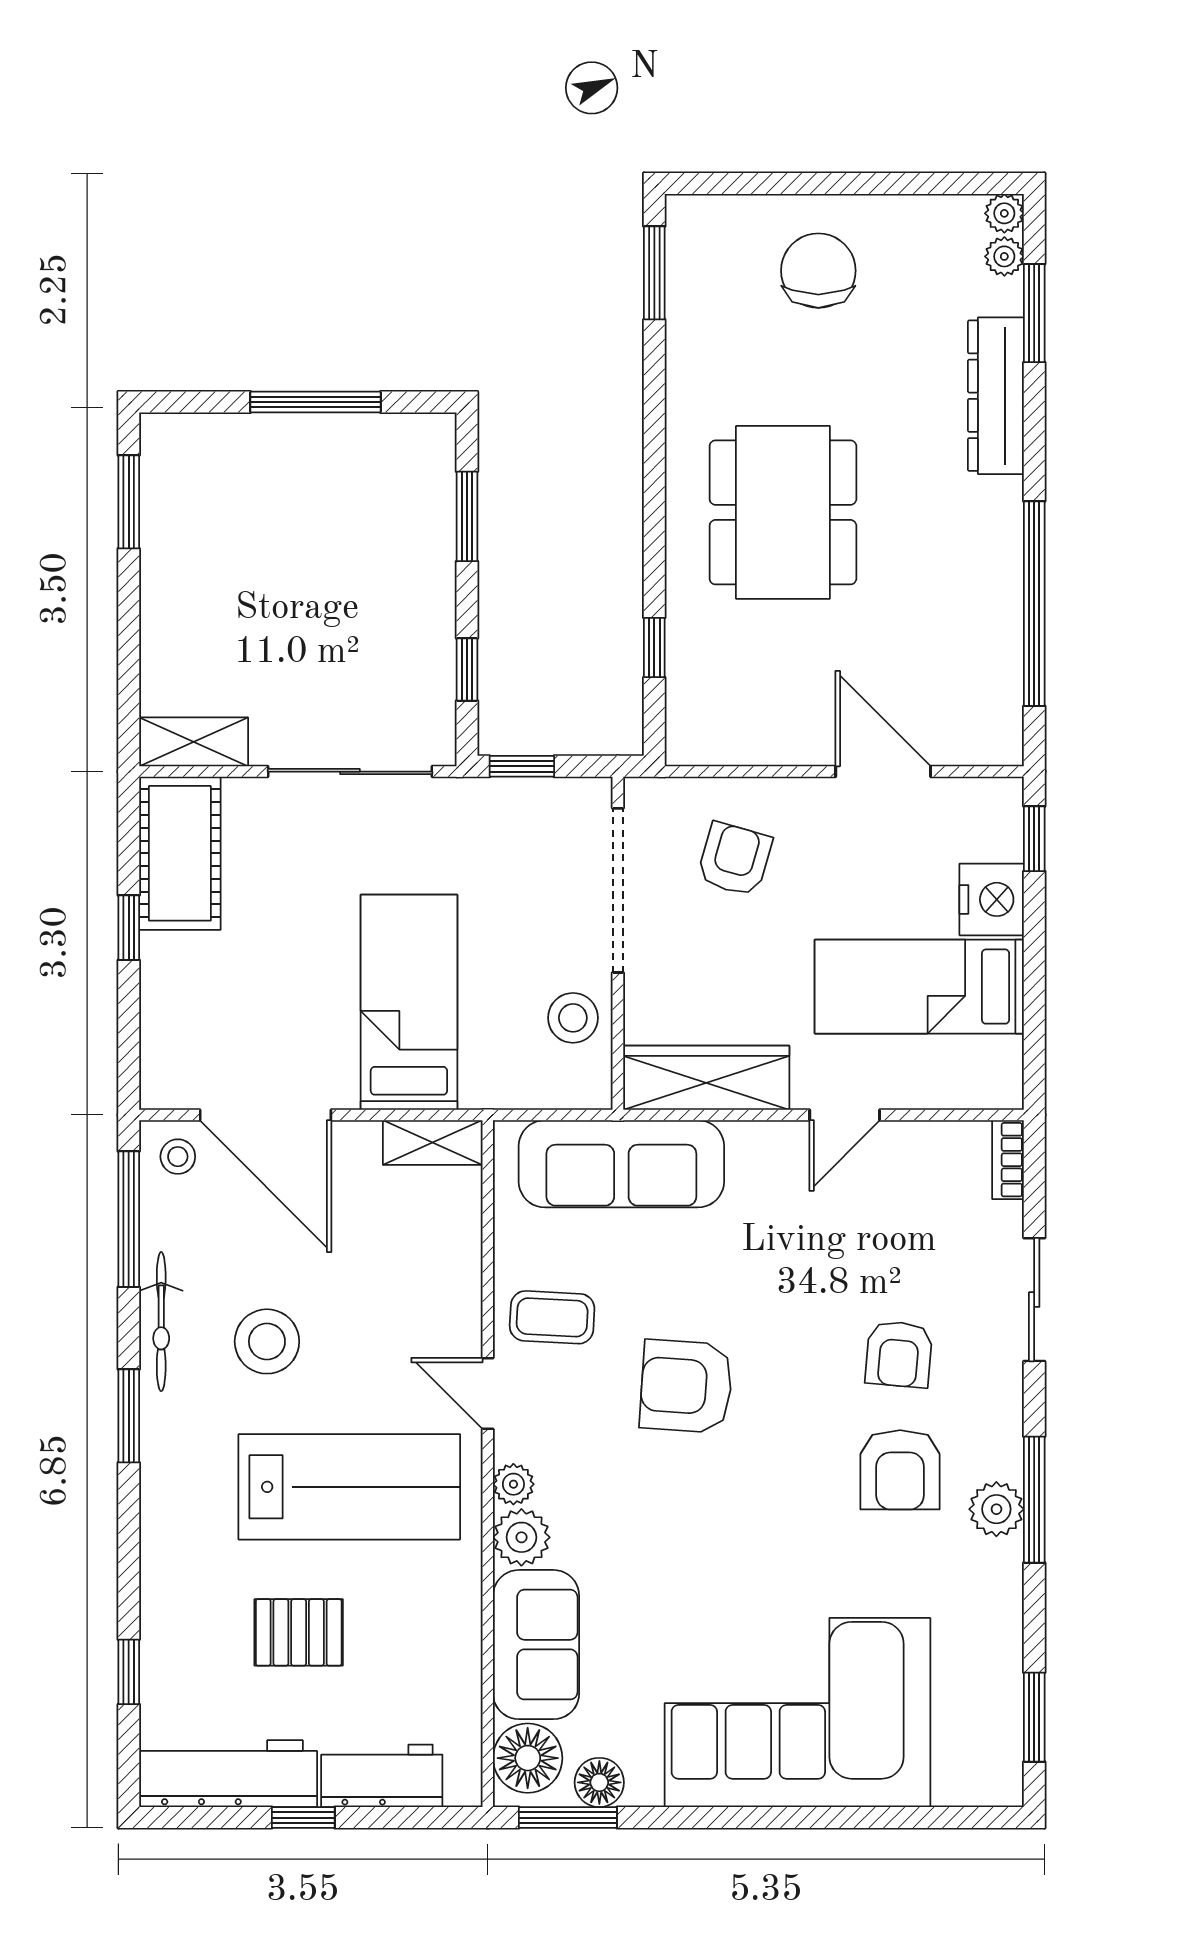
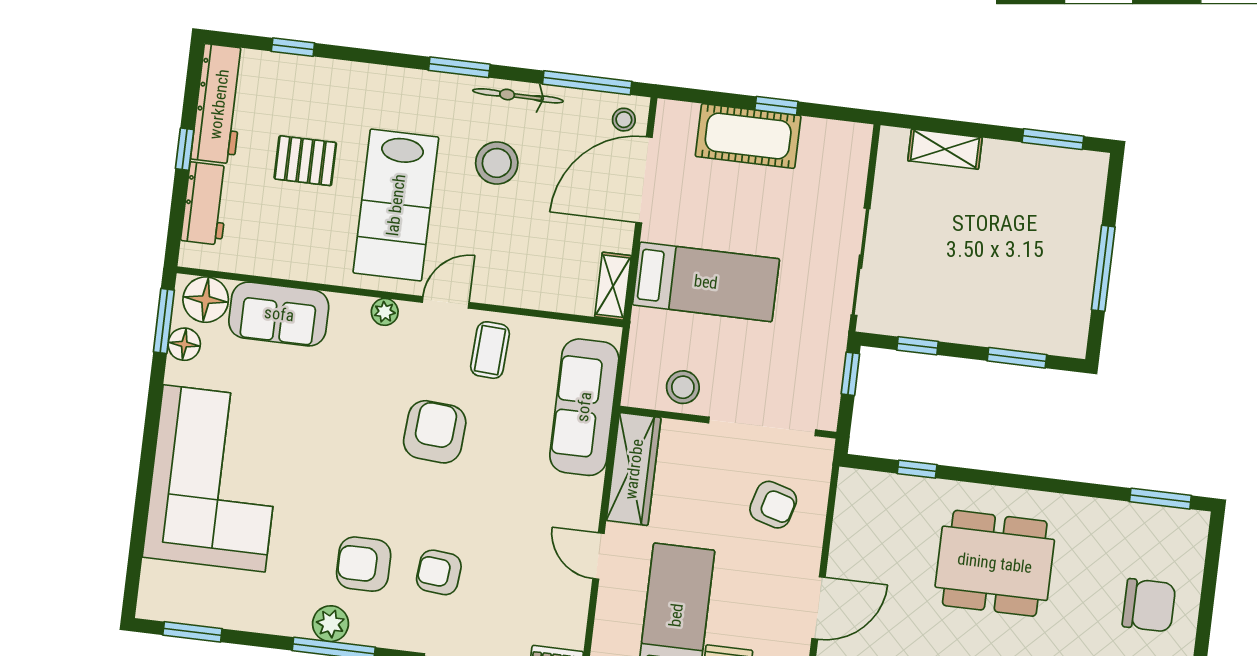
shelving: (194, 742) -> (945, 149), moved, turned 90
cot: (180, 853) -> (748, 136), moved
plant: (521, 1537) -> (350, 313), removed
pallet: (299, 1632) -> (305, 161), turned 90

